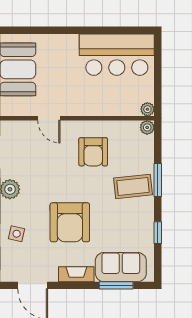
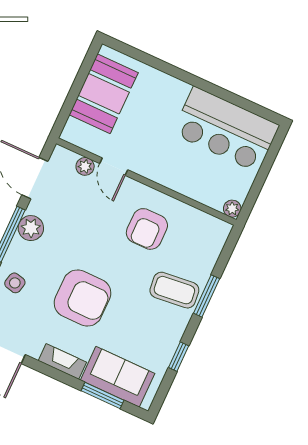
plant: (147, 127) -> (85, 166), moved
armchair: (70, 222) -> (82, 298), turned -90

